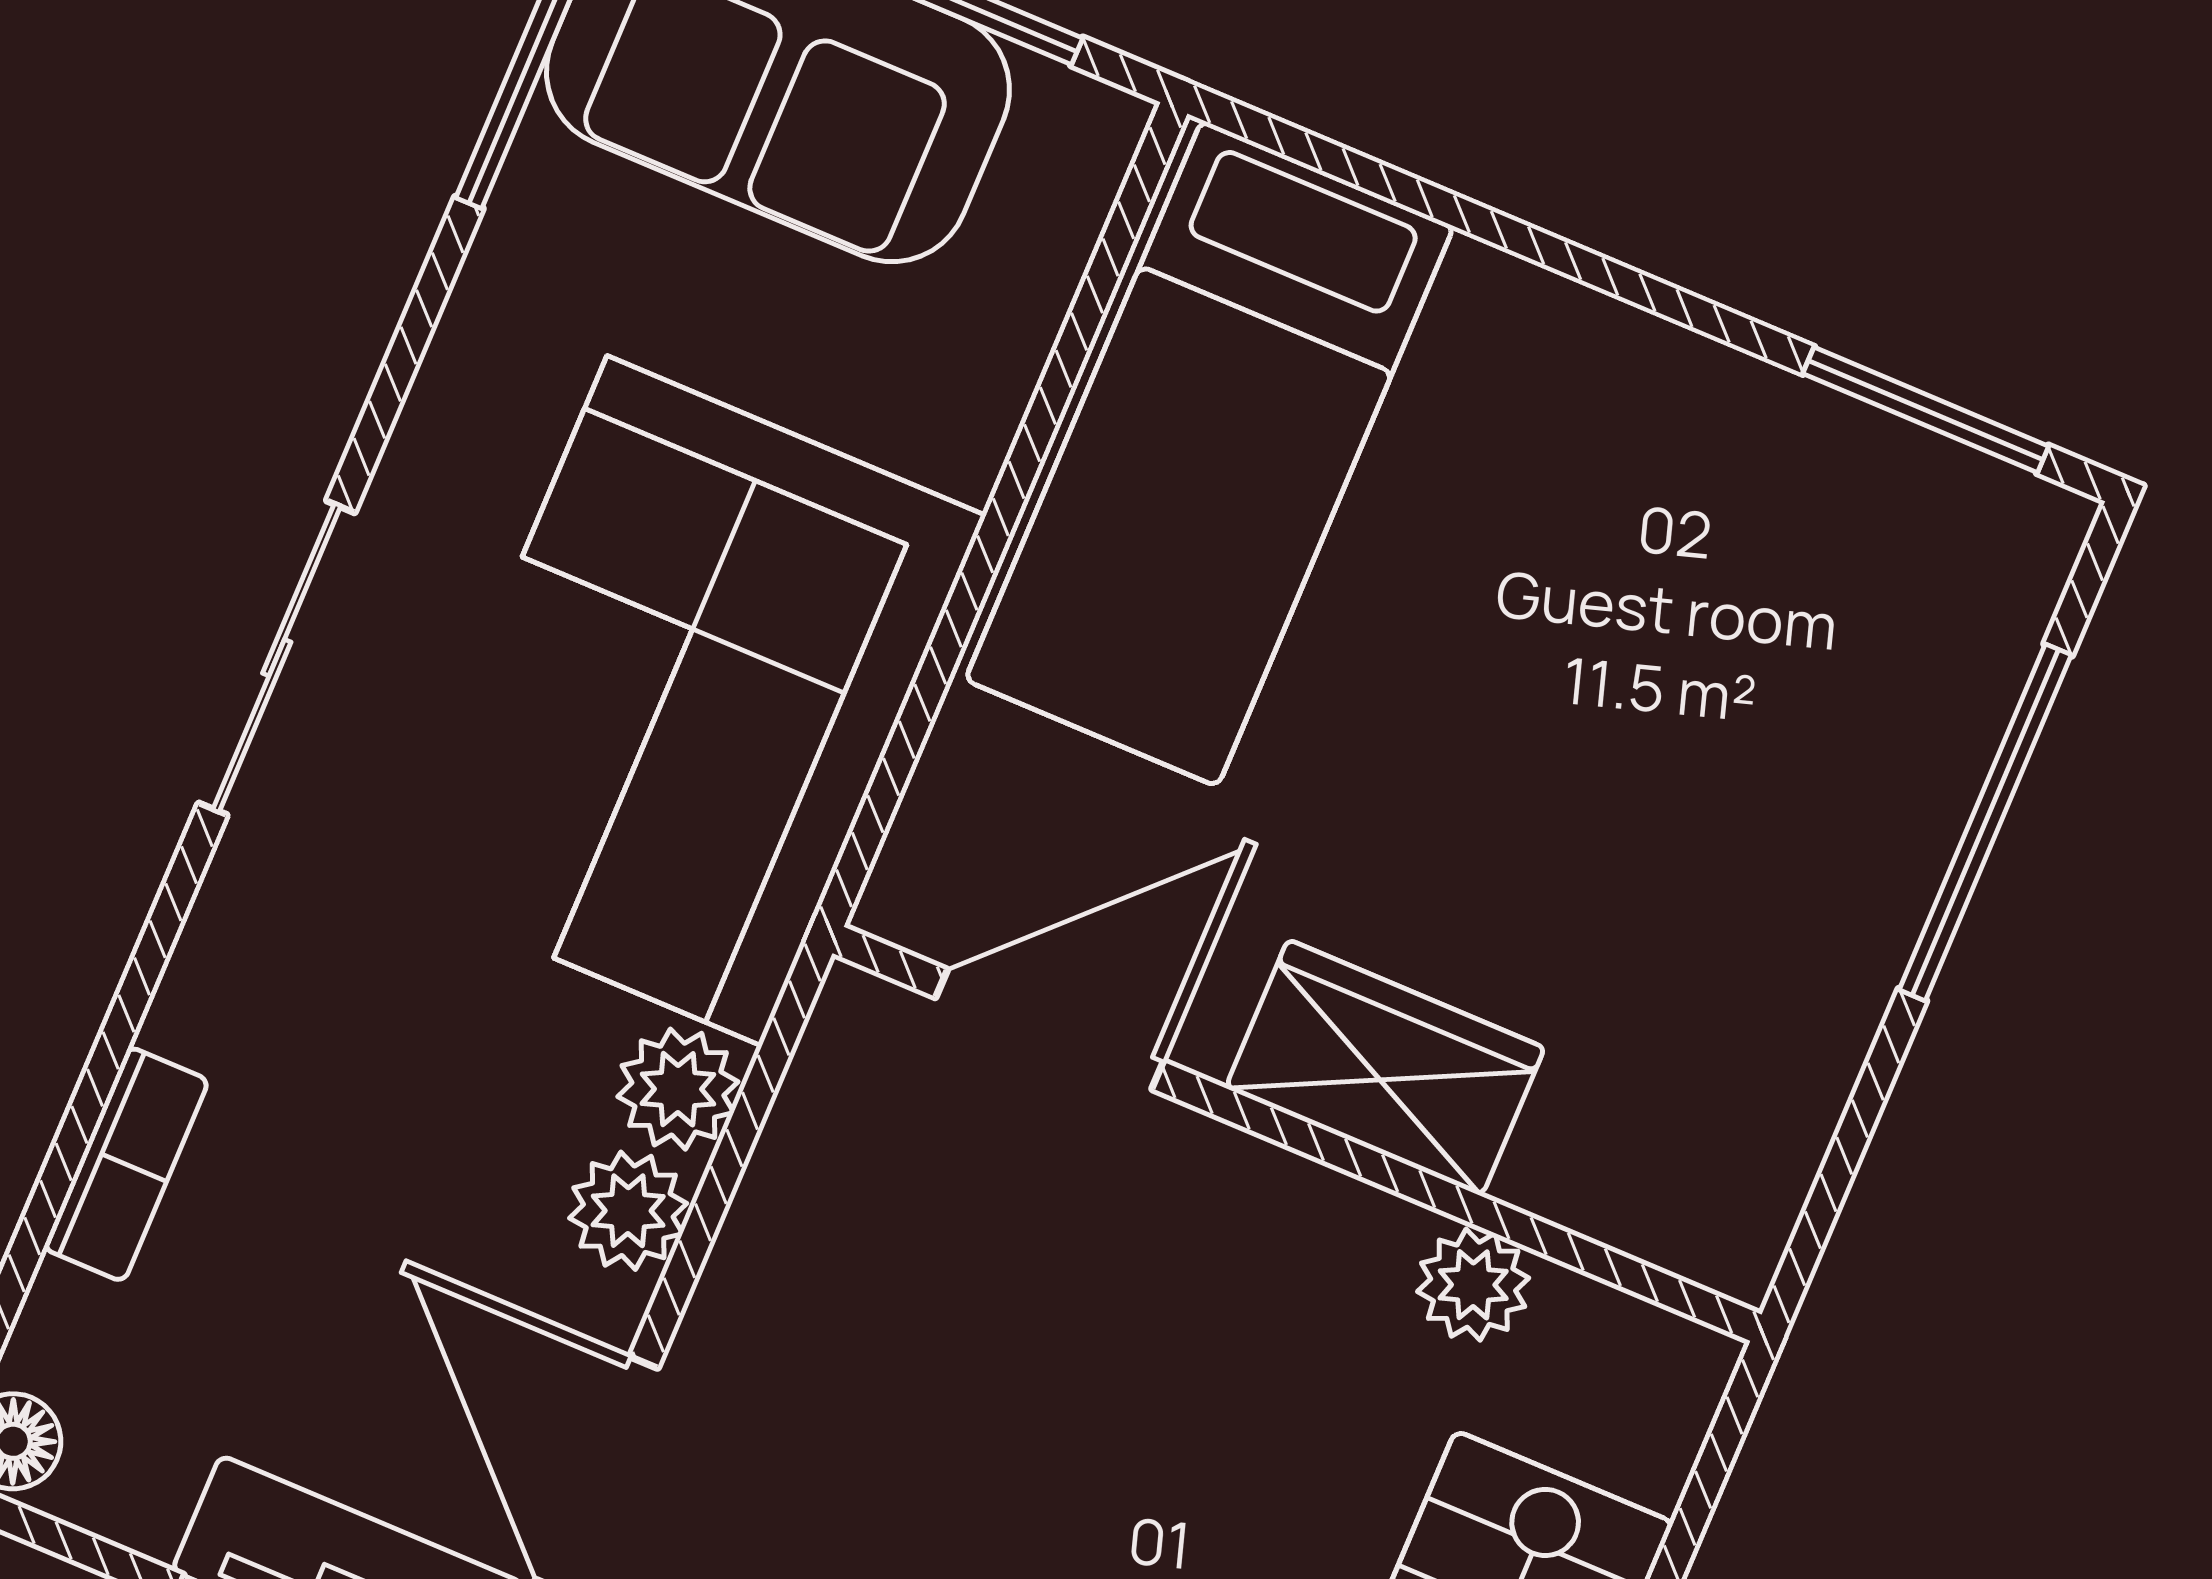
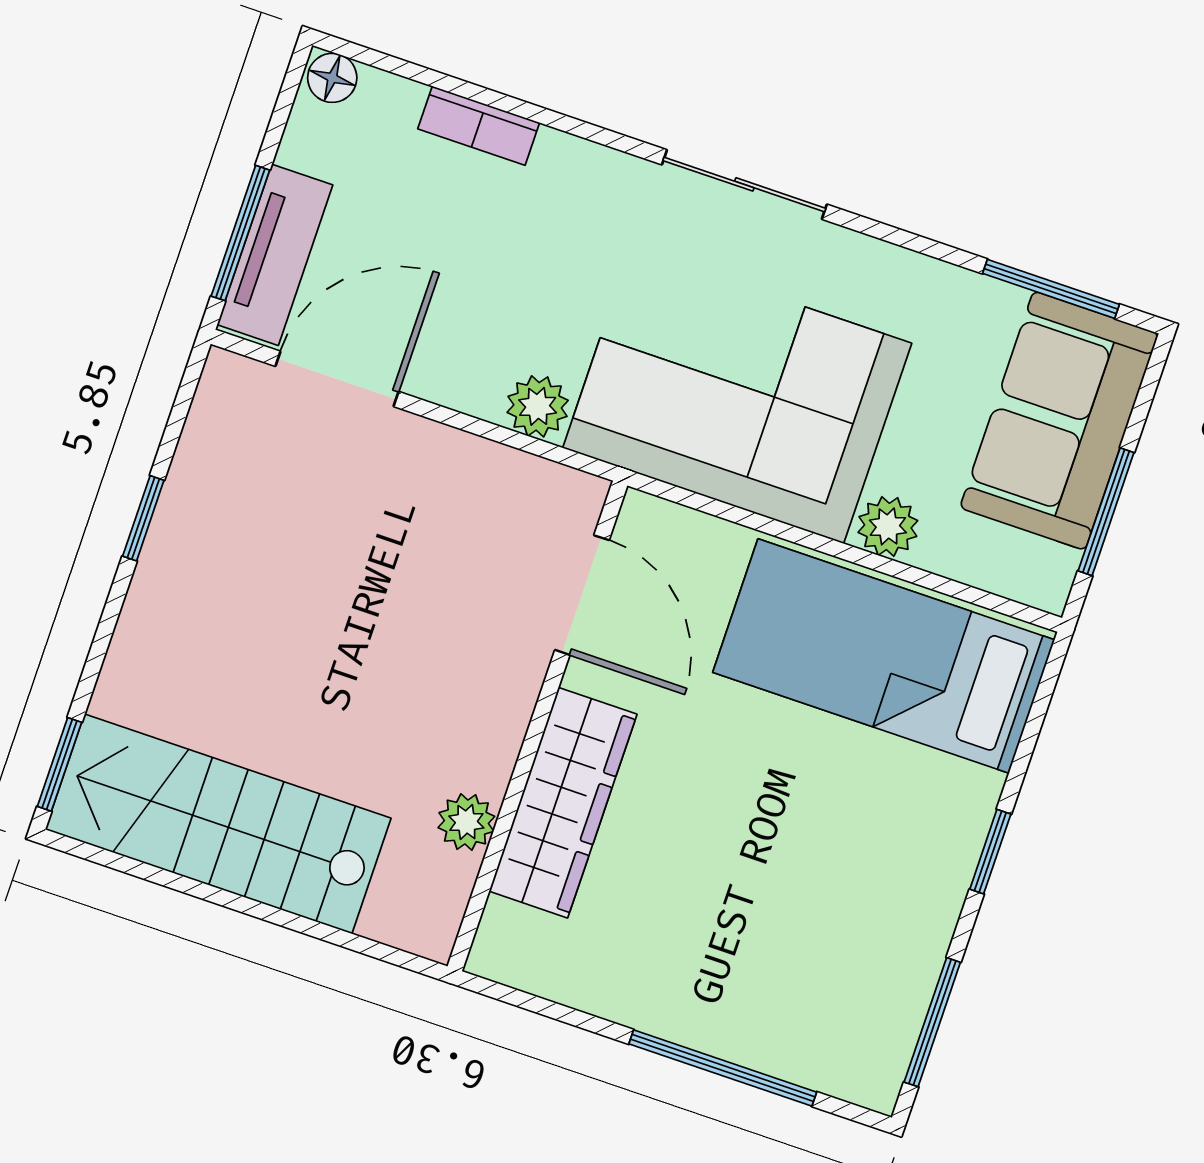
window: (1603, 274) -> (990, 852), added
wardrobe: (1385, 1068) -> (563, 803), width x1.50
plant: (628, 1211) -> (888, 526), moved

